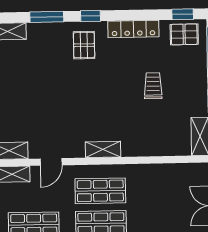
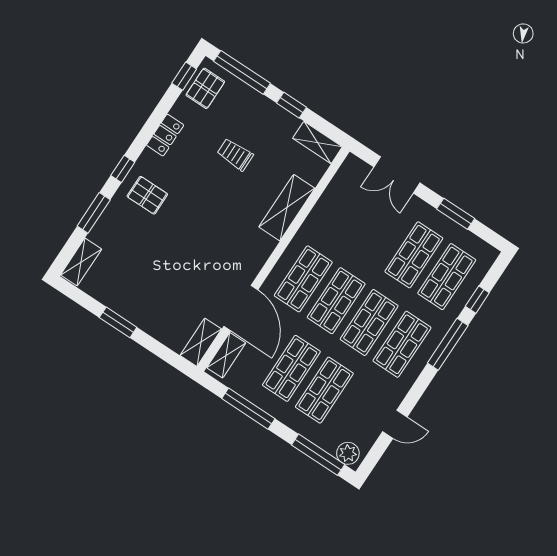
locker: (133, 29) -> (165, 135), width x0.66
shelving: (103, 149) -> (287, 208), moved, width x1.50, depth x1.33
door: (51, 162) -> (241, 308), width x1.87

